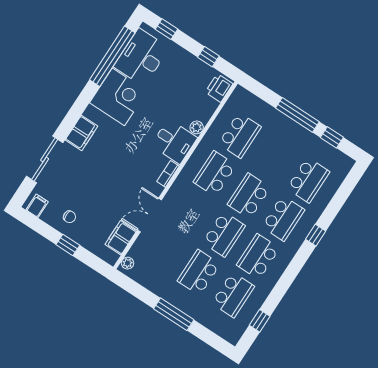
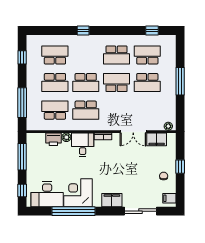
window: (112, 56) -> (73, 211), moved
window: (208, 57) -> (22, 157), width x2.17
printer: (219, 88) -> (53, 139), moved
window: (297, 115) -> (22, 103), moved
school desk: (283, 218) -> (55, 83), moved, turned 180

